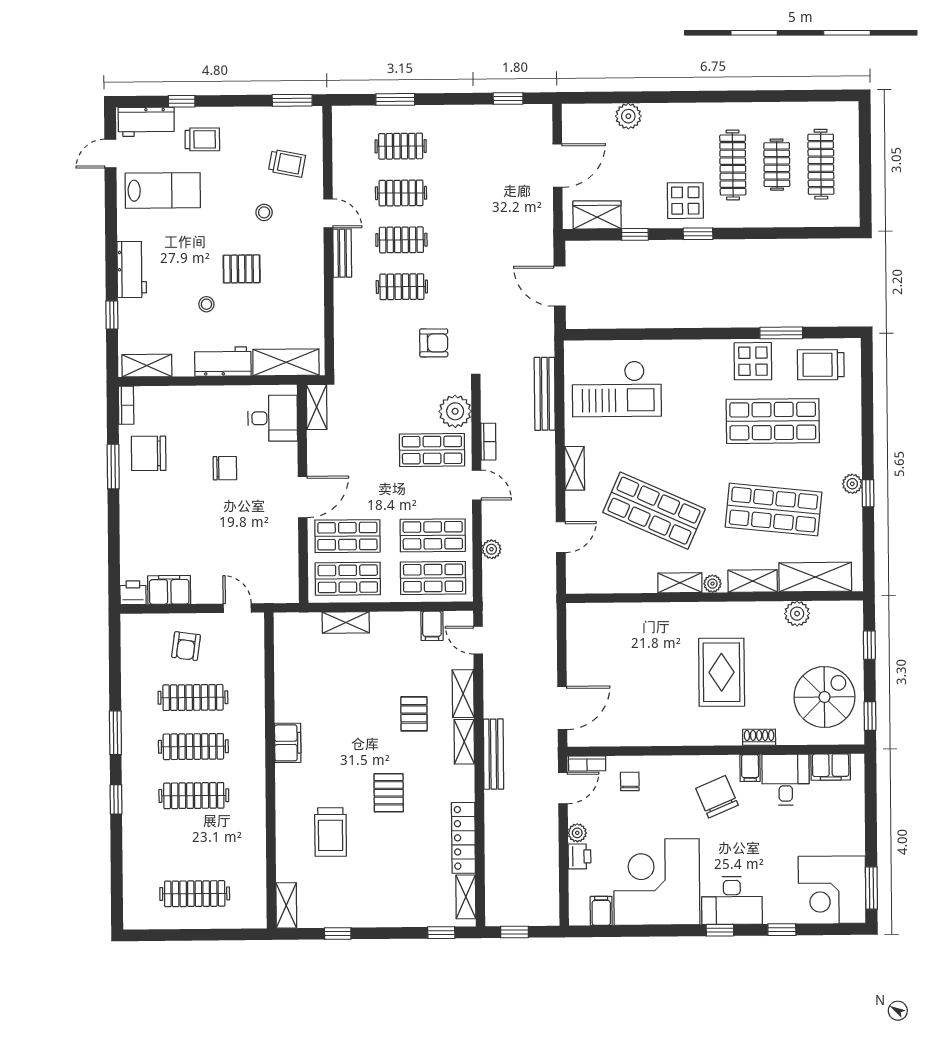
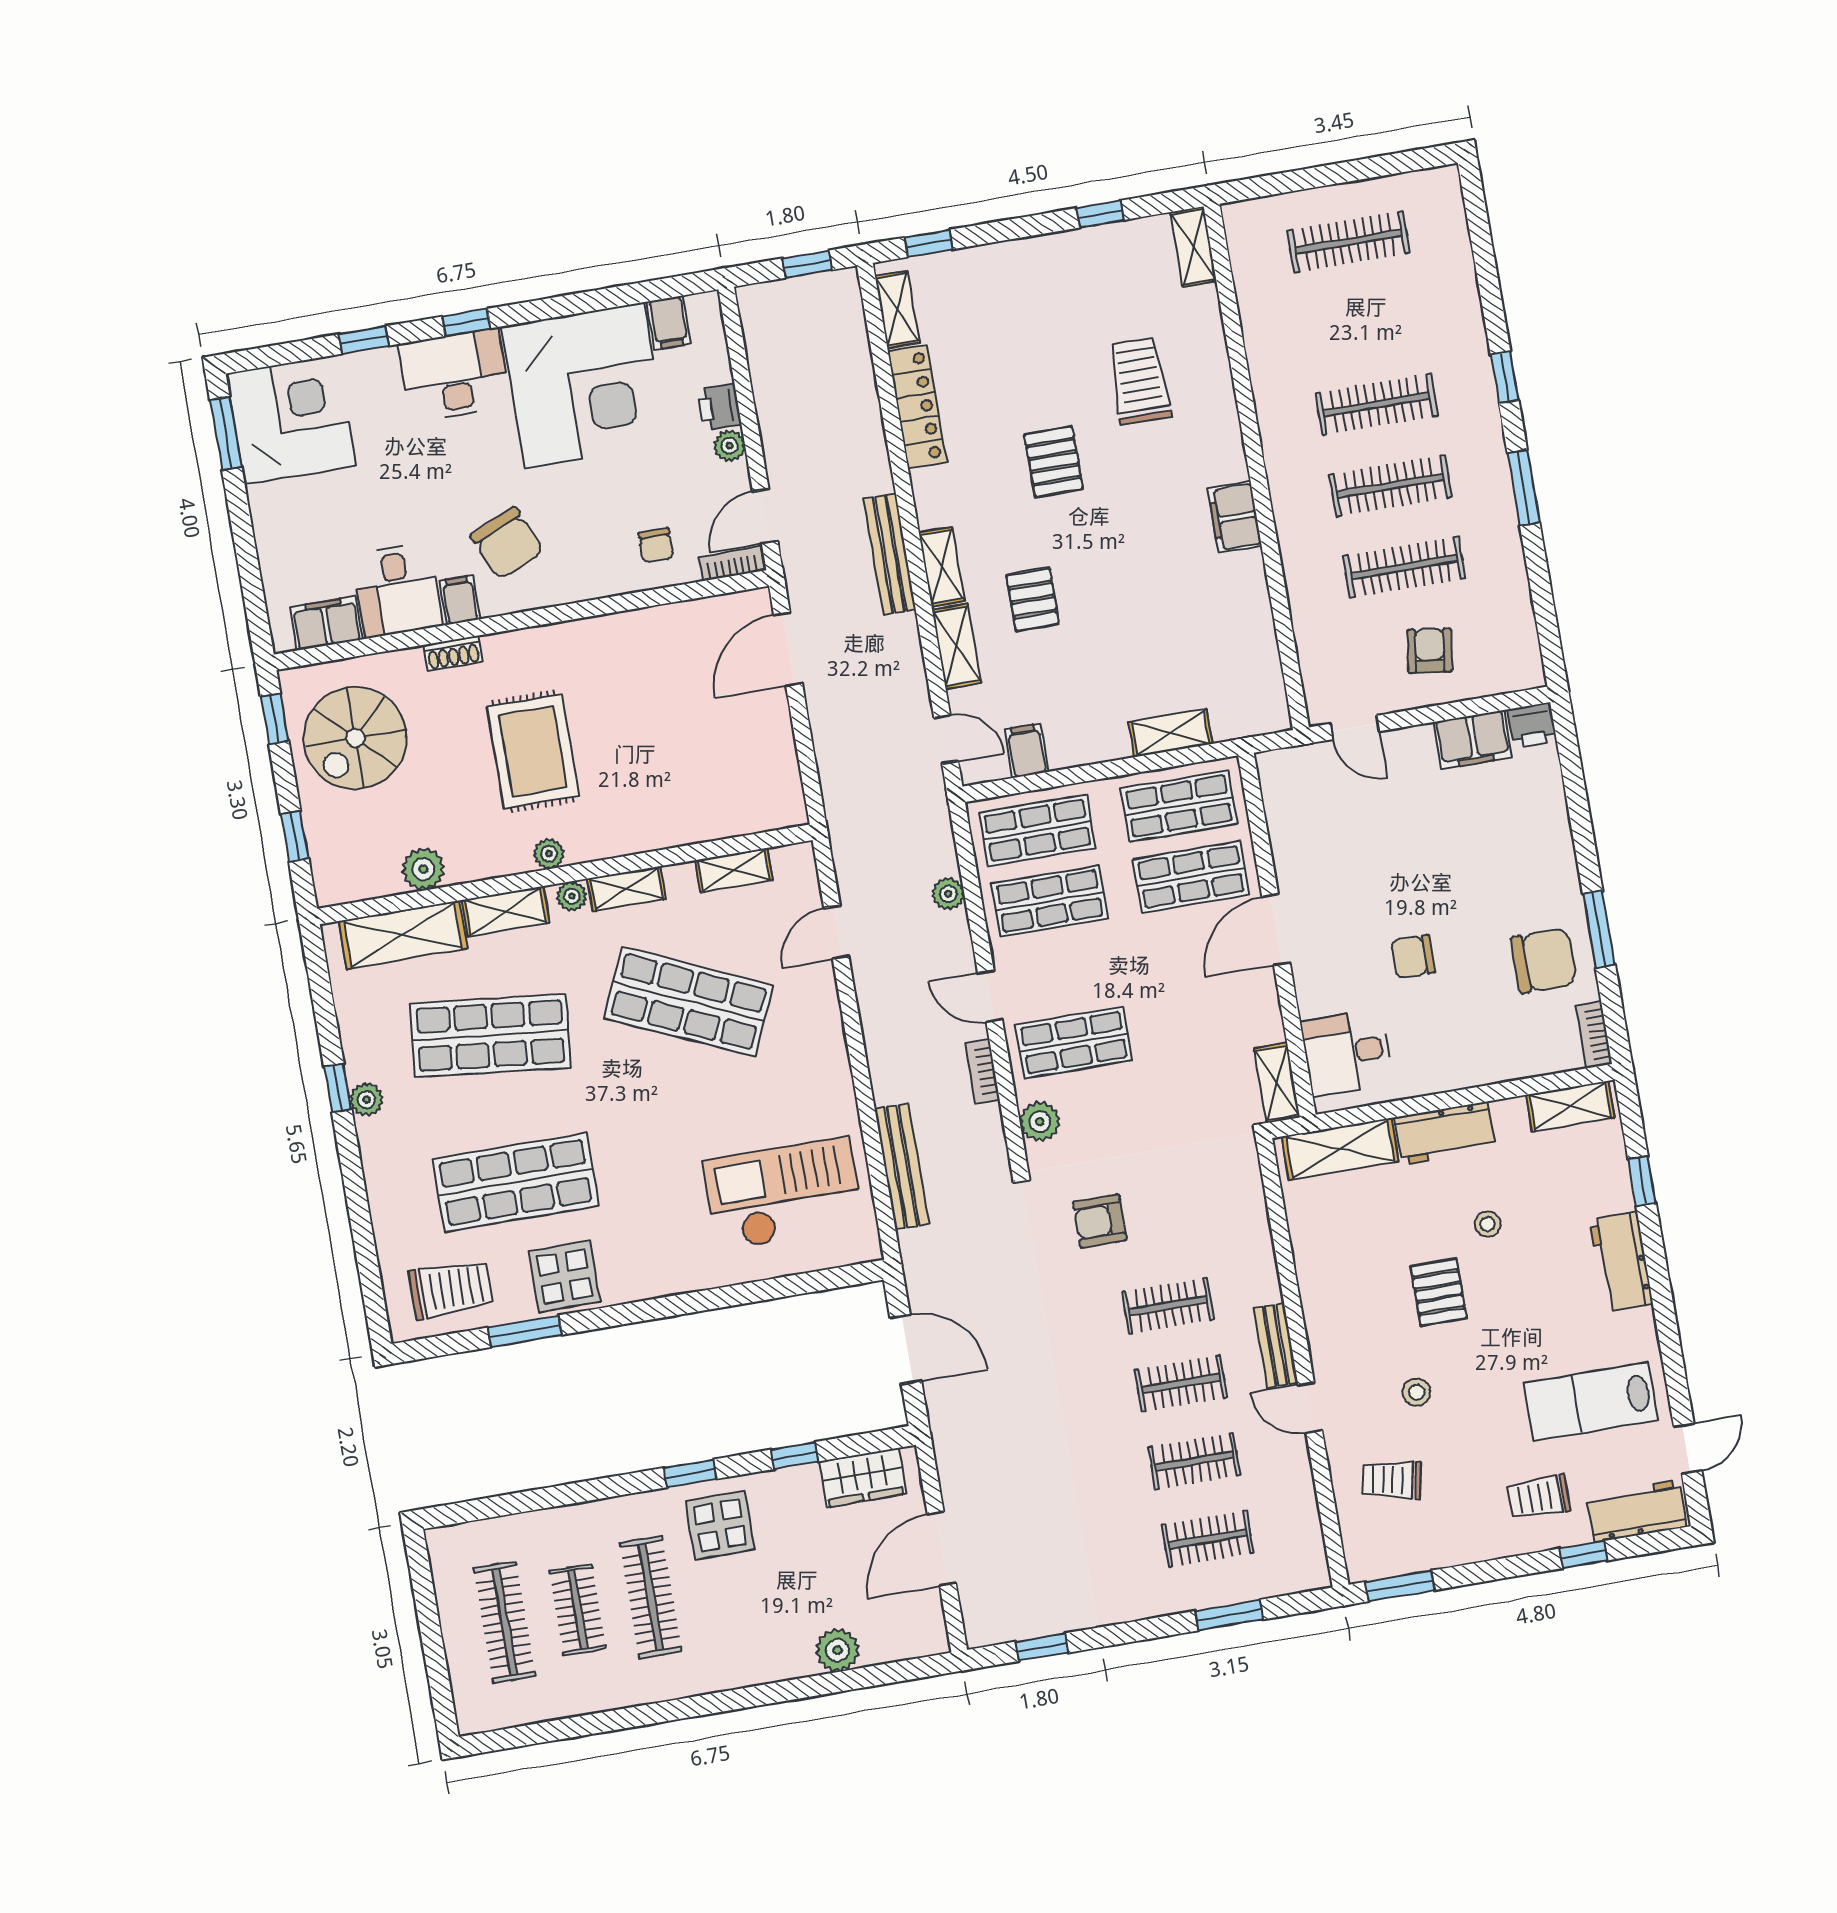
pallet: (242, 269) -> (1439, 1292), turned 90
plant: (455, 411) -> (1040, 1122), width x0.73, depth x0.73
shelving: (575, 468) -> (734, 870), moved, turned 90
plant: (722, 611) -> (549, 854), added

